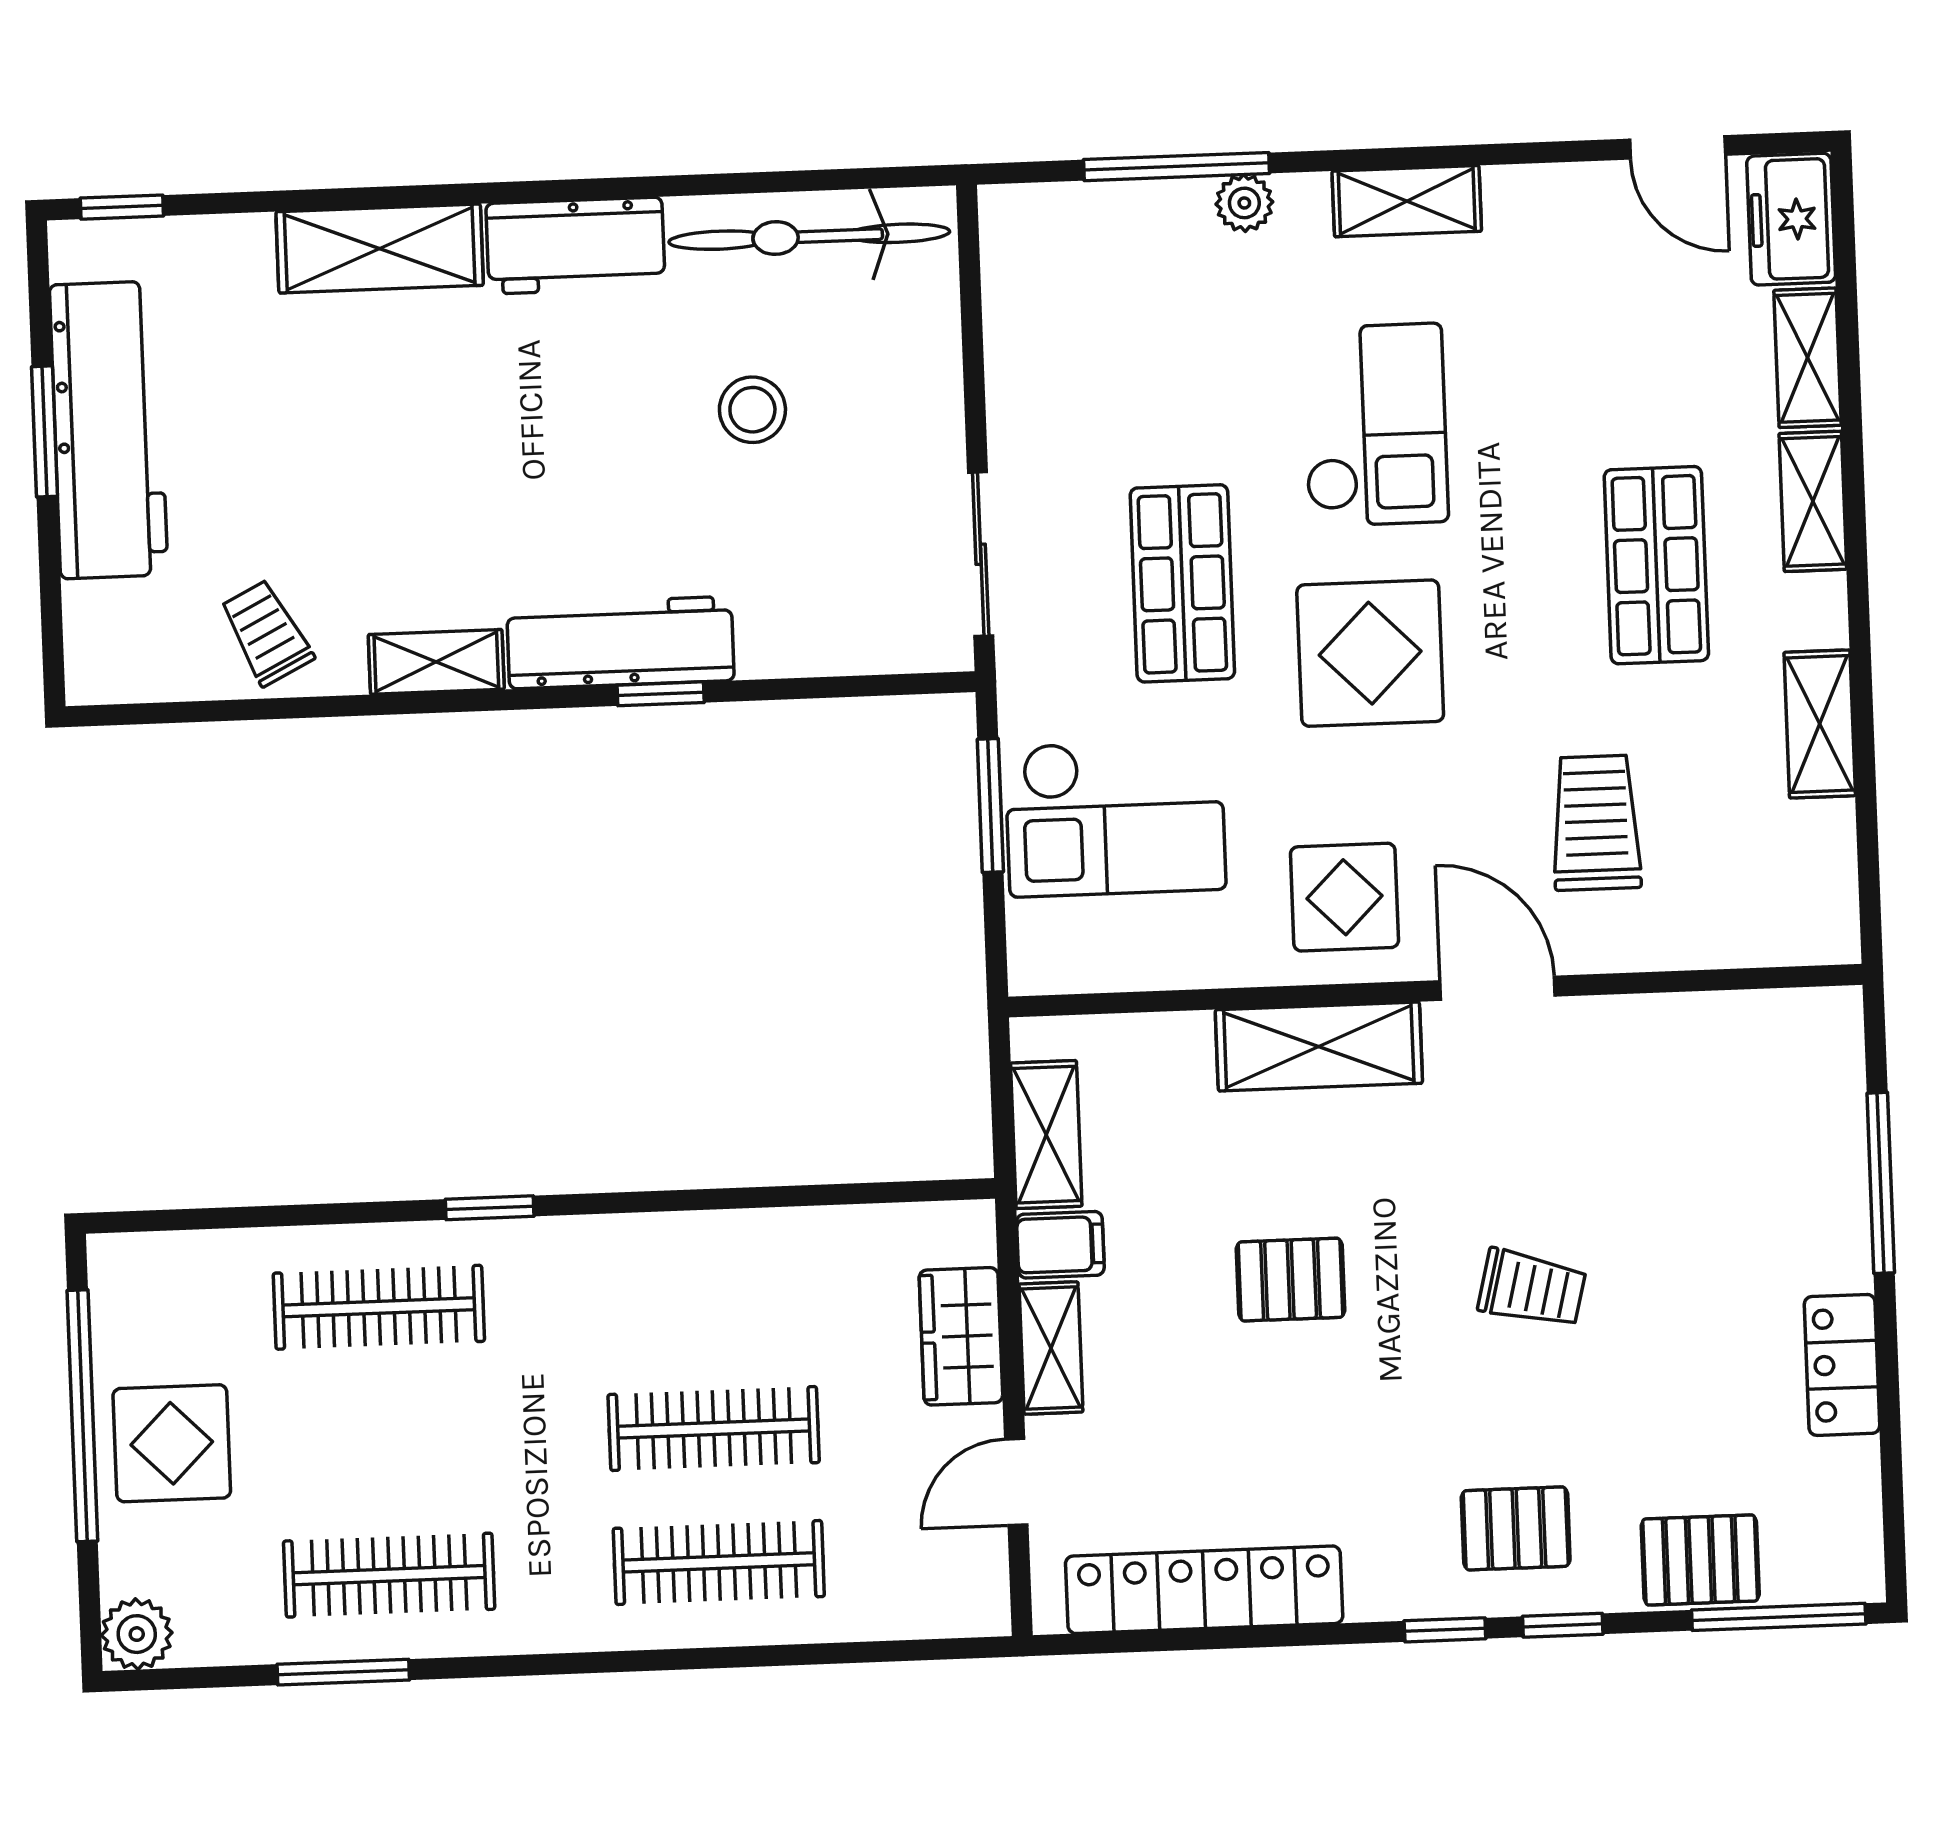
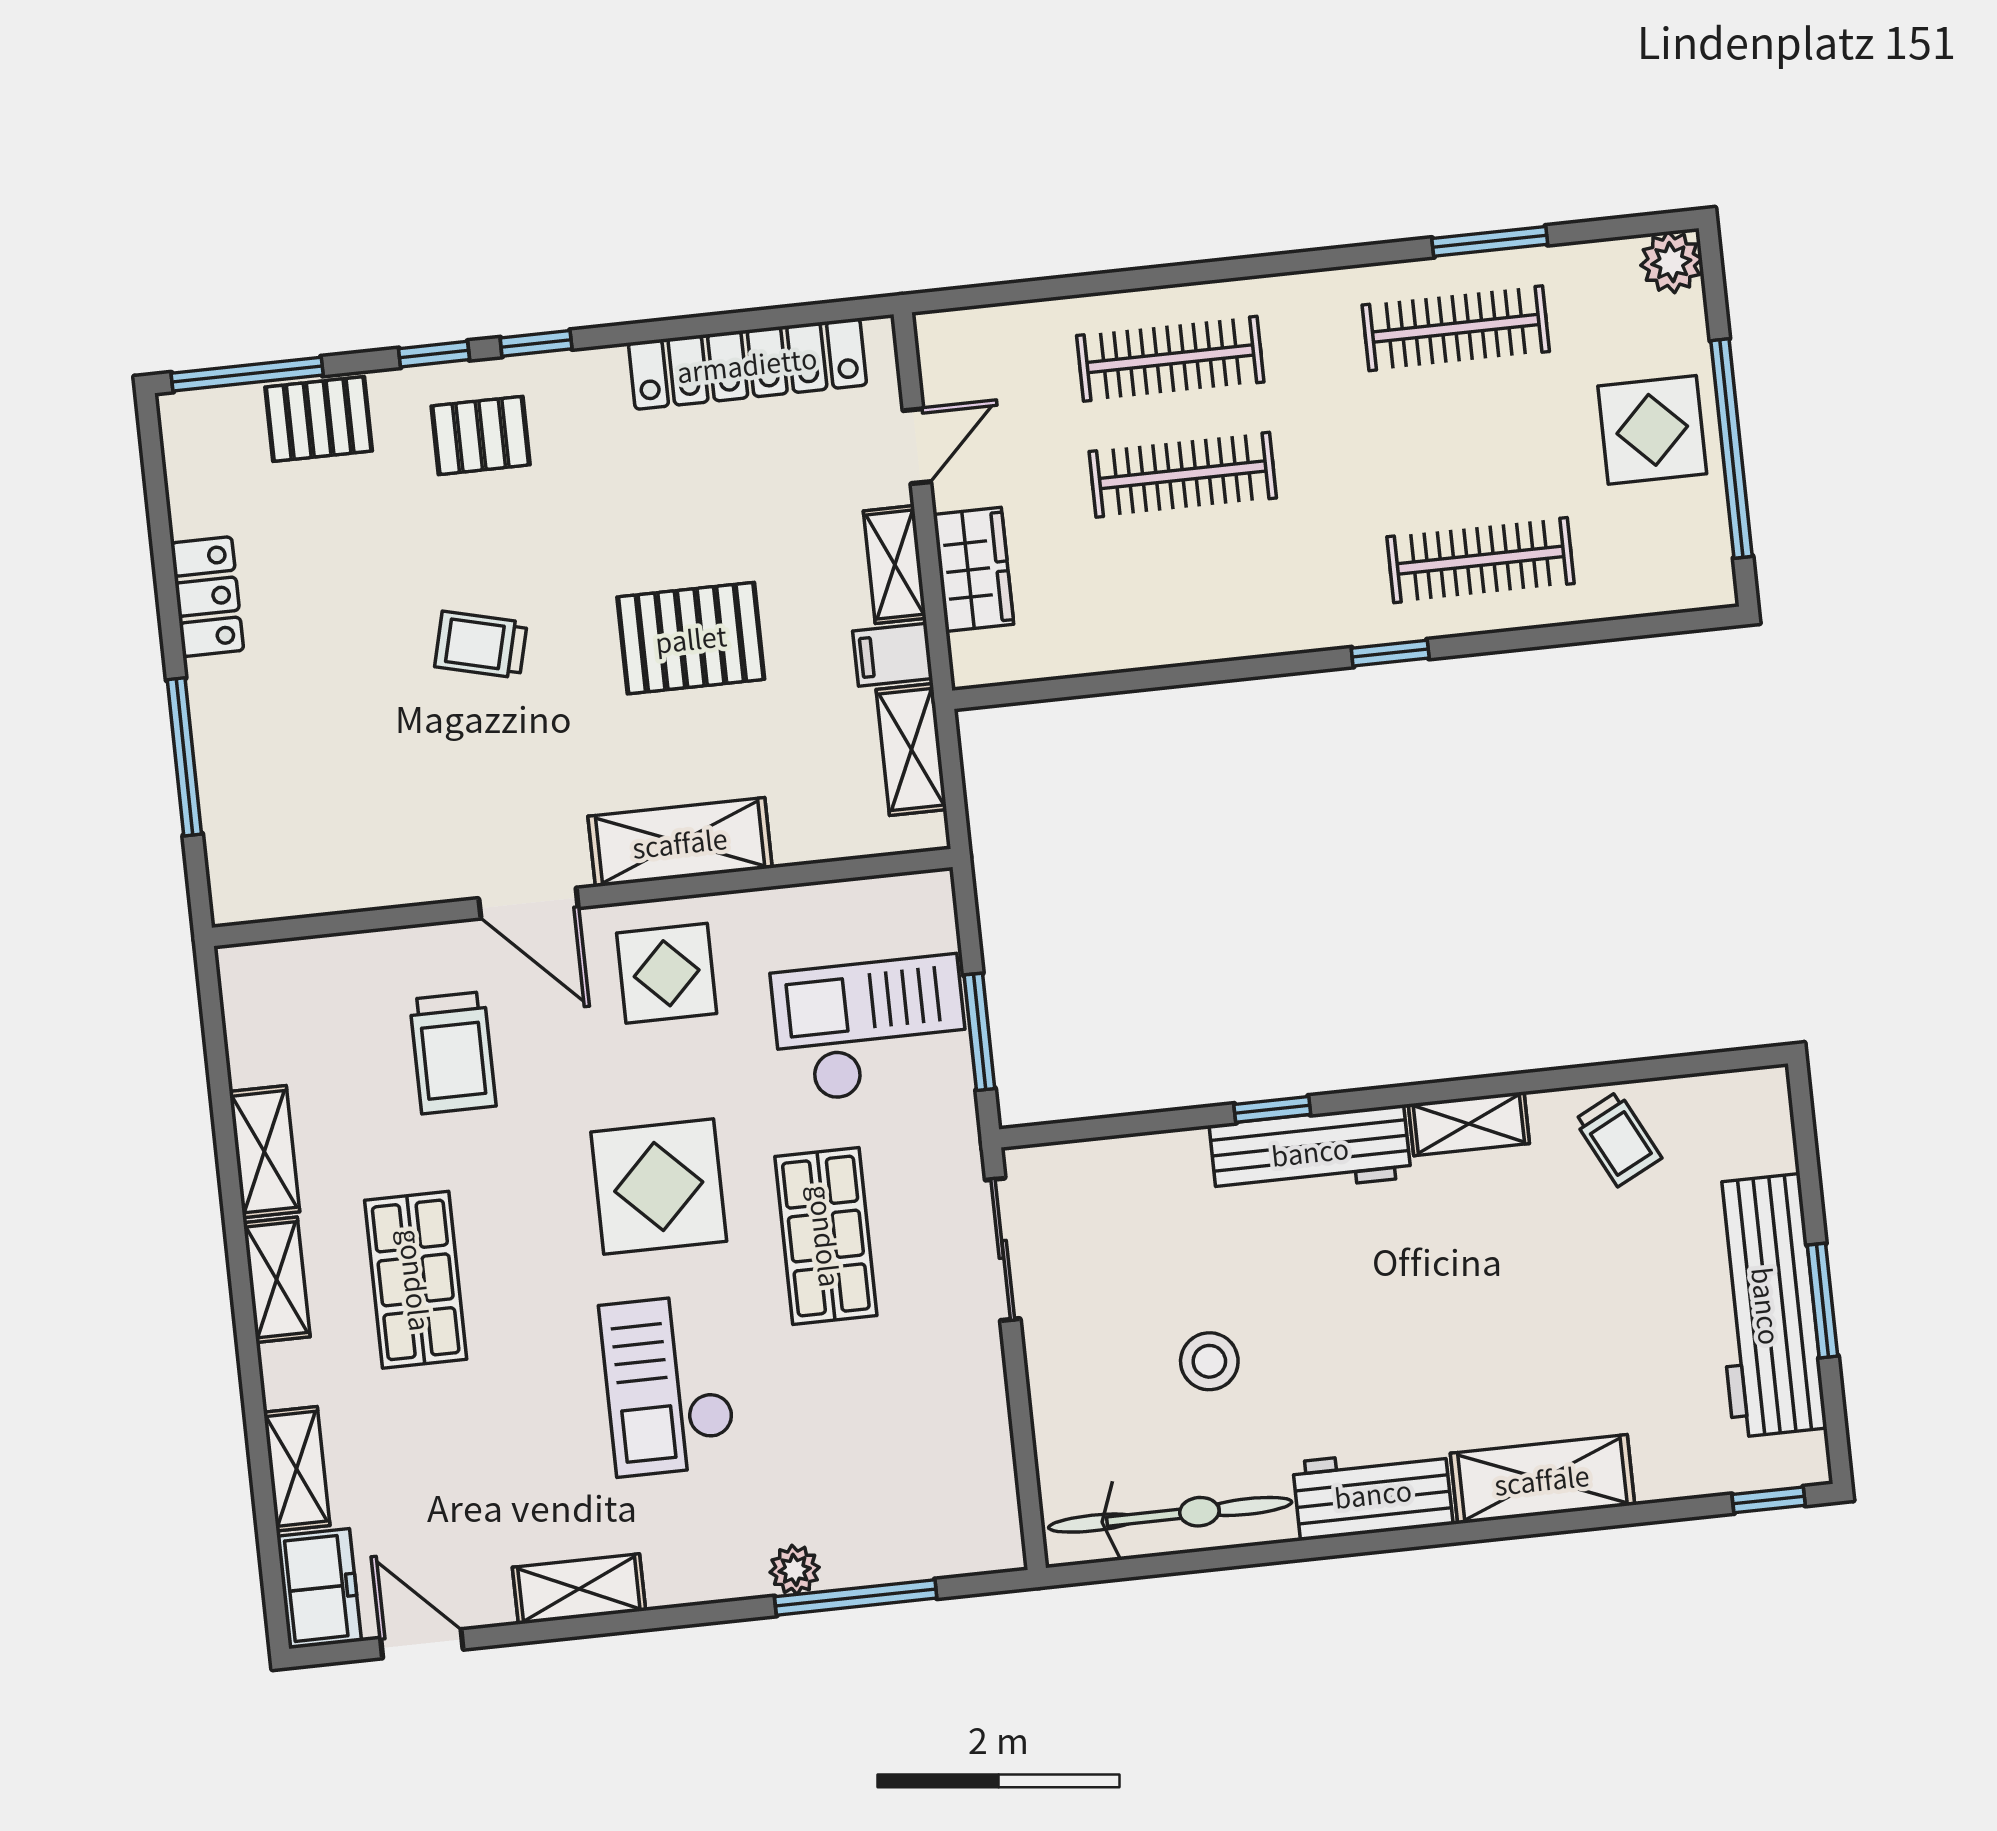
shelving: (1407, 201) -> (579, 1589), moved
shelving: (1813, 501) -> (277, 1280), moved
pallet: (1291, 1280) -> (691, 638), width x1.50, depth x1.42

